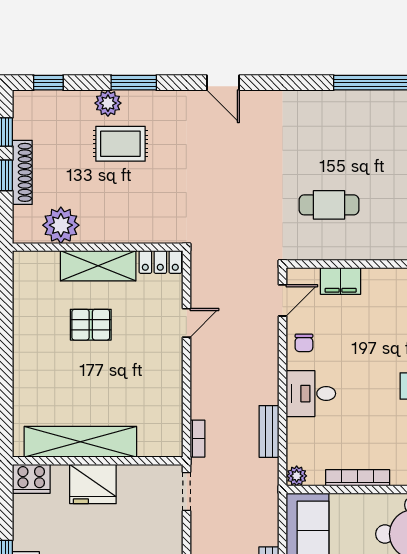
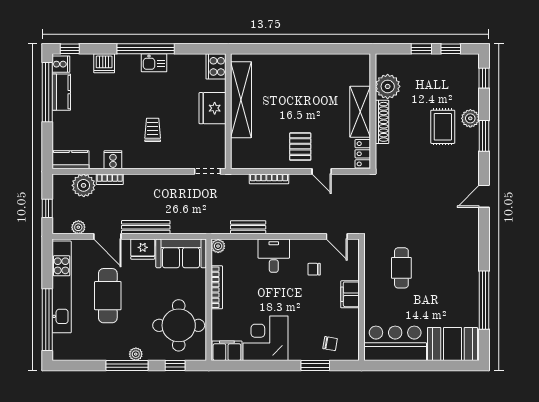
shoe rack: (22, 172) -> (382, 122), moved, turned -90
filing cabinet: (341, 281) -> (350, 294), moved
pallet: (91, 325) -> (300, 147), moved
chair: (304, 343) -> (314, 269), moved
bookcase: (197, 439) -> (269, 179), moved, width x1.56

